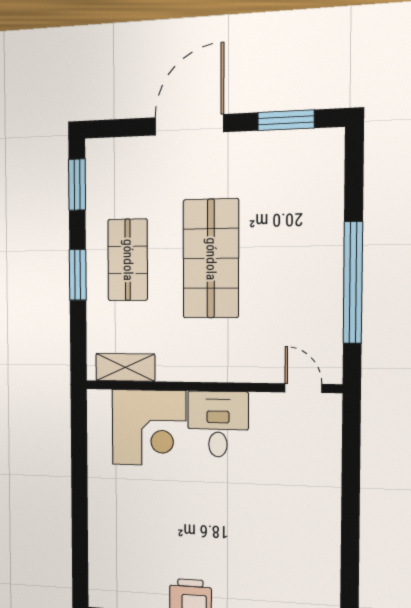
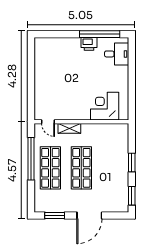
shop shelf: (128, 260) -> (50, 168), moved, width x1.43, depth x1.36
shelving: (125, 367) -> (69, 128), moved
desk: (218, 424) -> (117, 54), moved, turned -90

